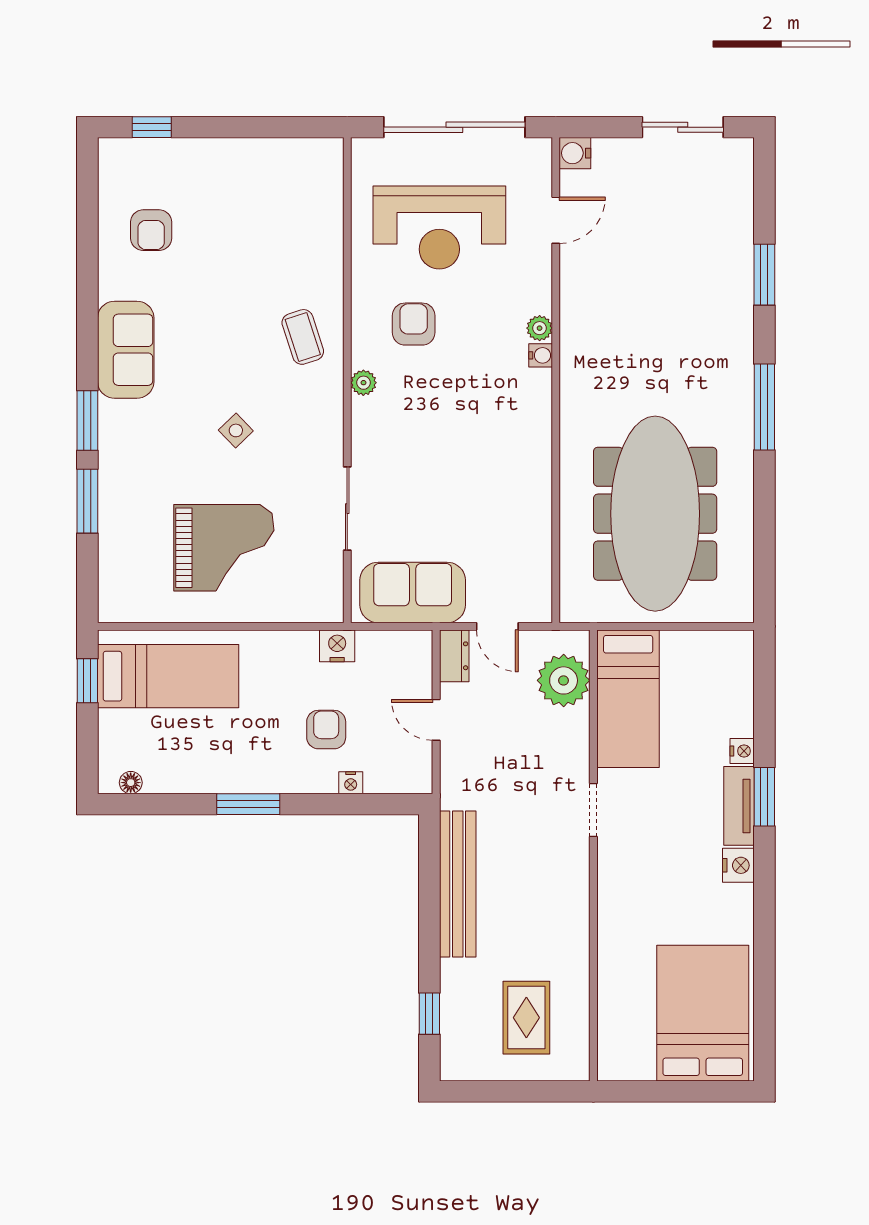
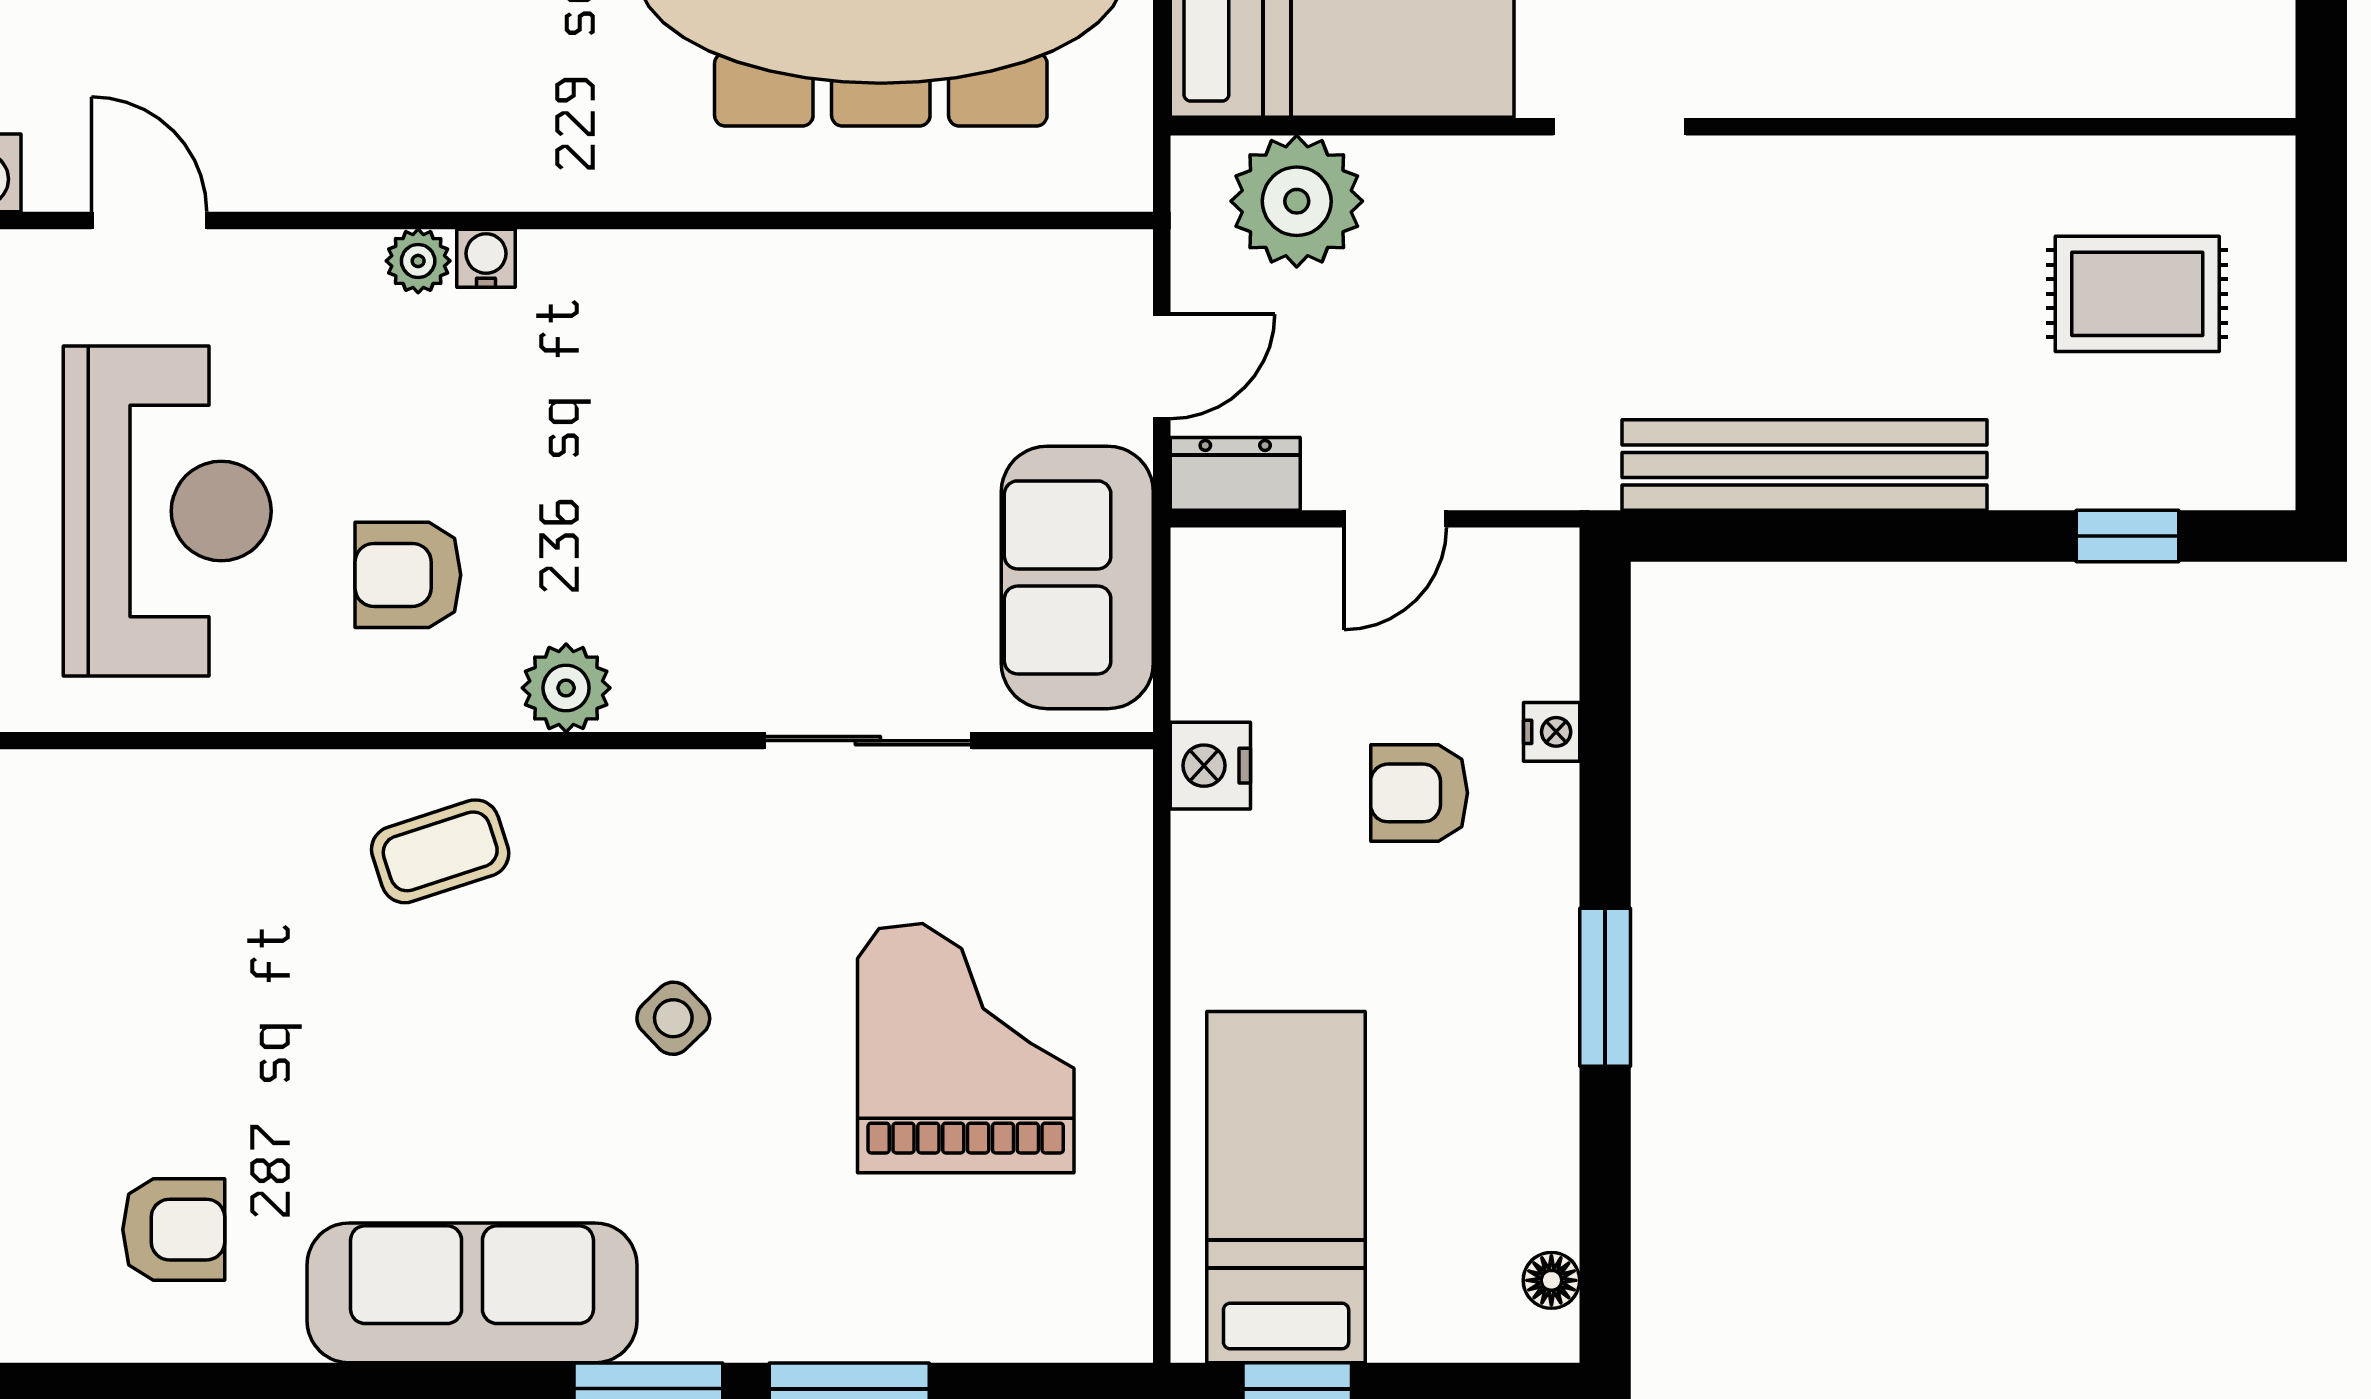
sofa: (126, 350) -> (472, 1293), width x1.36
plant: (363, 383) -> (566, 688), width x1.38, depth x1.38

